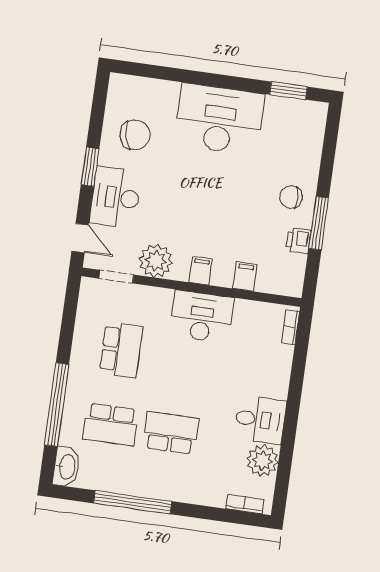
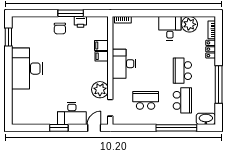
chair: (135, 135) -> (40, 108), removed
filing cabinet: (201, 271) -> (102, 56), moved
locker: (206, 496) -> (211, 49), added

